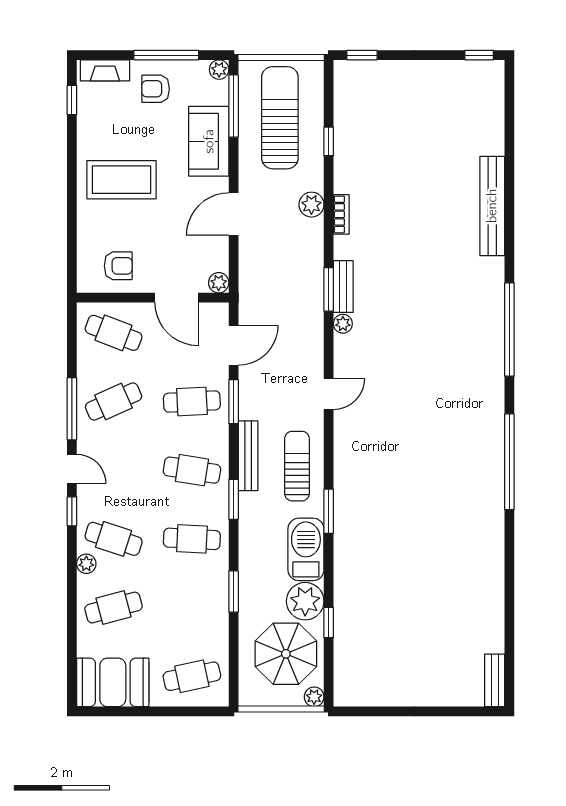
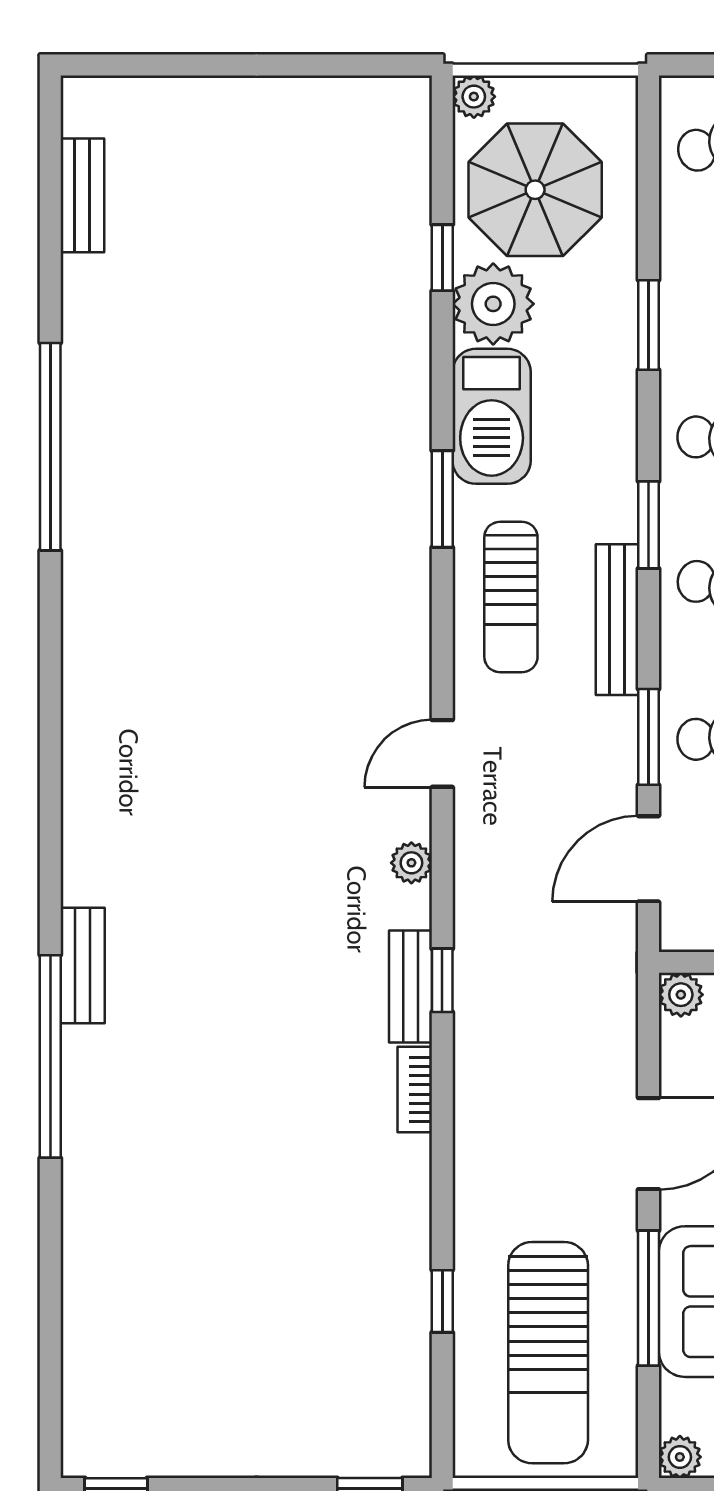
window: (234, 106) -> (649, 1298), moved
plant: (311, 205) -> (480, 1164), removed
bench: (492, 206) -> (83, 965), moved, width x0.54, depth x0.82
bookcase: (341, 214) -> (415, 1090), moved
window: (329, 289) -> (442, 980), width x0.67
plant: (343, 324) -> (411, 863), moved
window: (509, 330) -> (50, 1056), moved
window: (509, 462) -> (50, 447), moved
bench: (495, 680) -> (82, 195), moved

